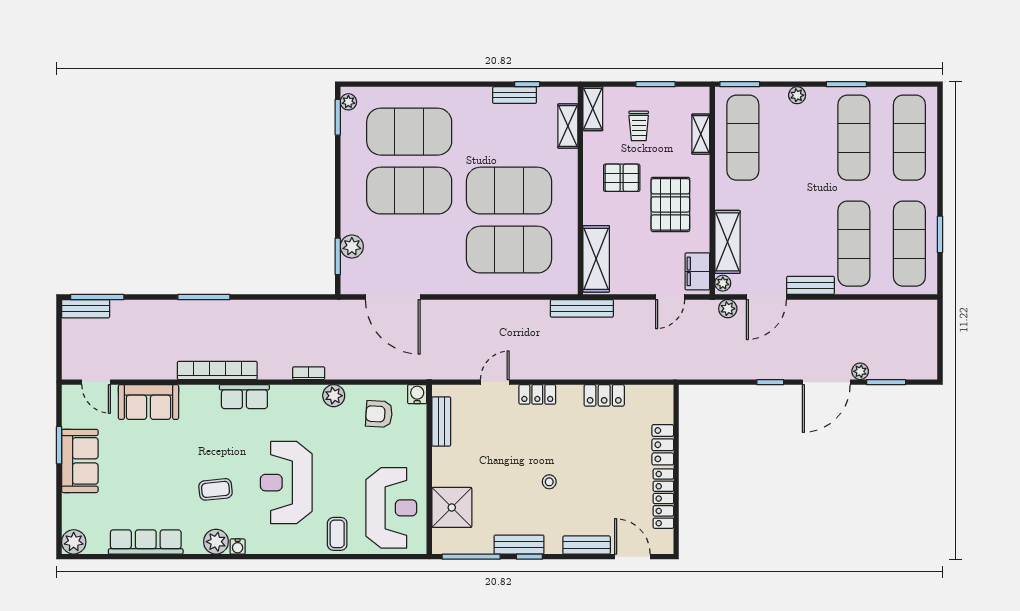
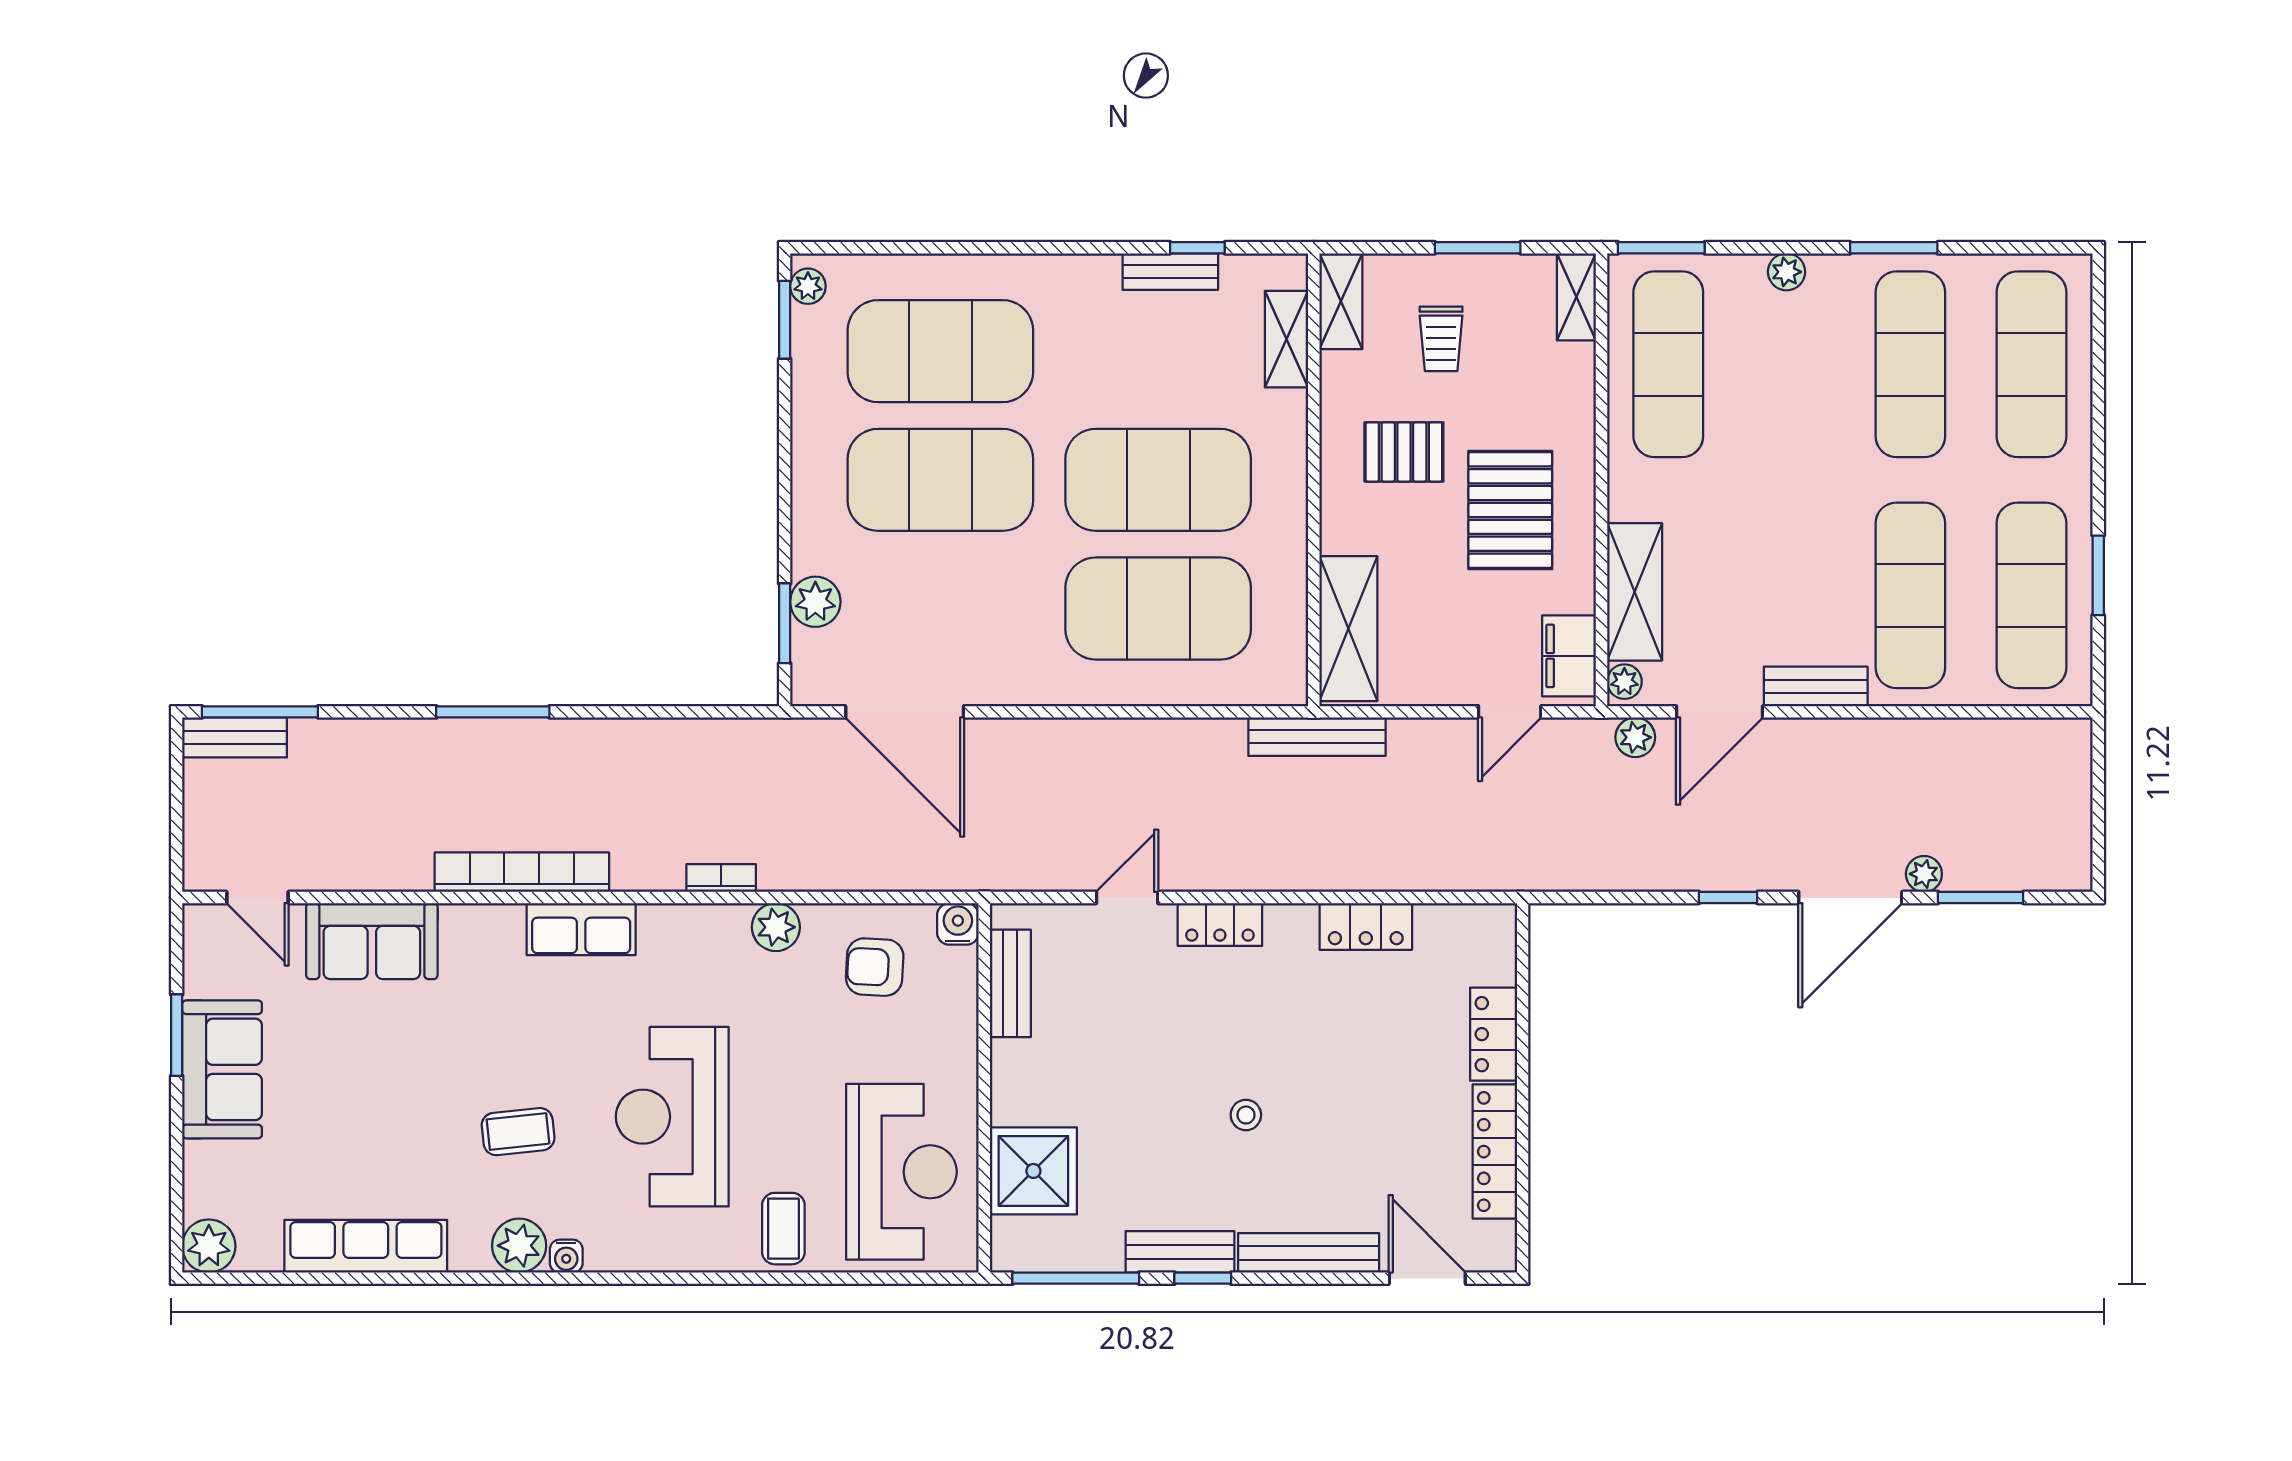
shelving: (701, 134) -> (1576, 297), moved
bench: (587, 545) -> (1309, 1253), width x1.36

